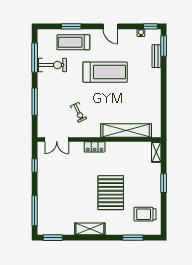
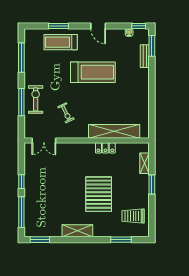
exercise bike: (53, 65) -> (36, 99), moved, turned -90
locker: (95, 147) -> (105, 148), moved
shelving: (156, 152) -> (144, 163), moved
window: (35, 166) -> (21, 182), moved

